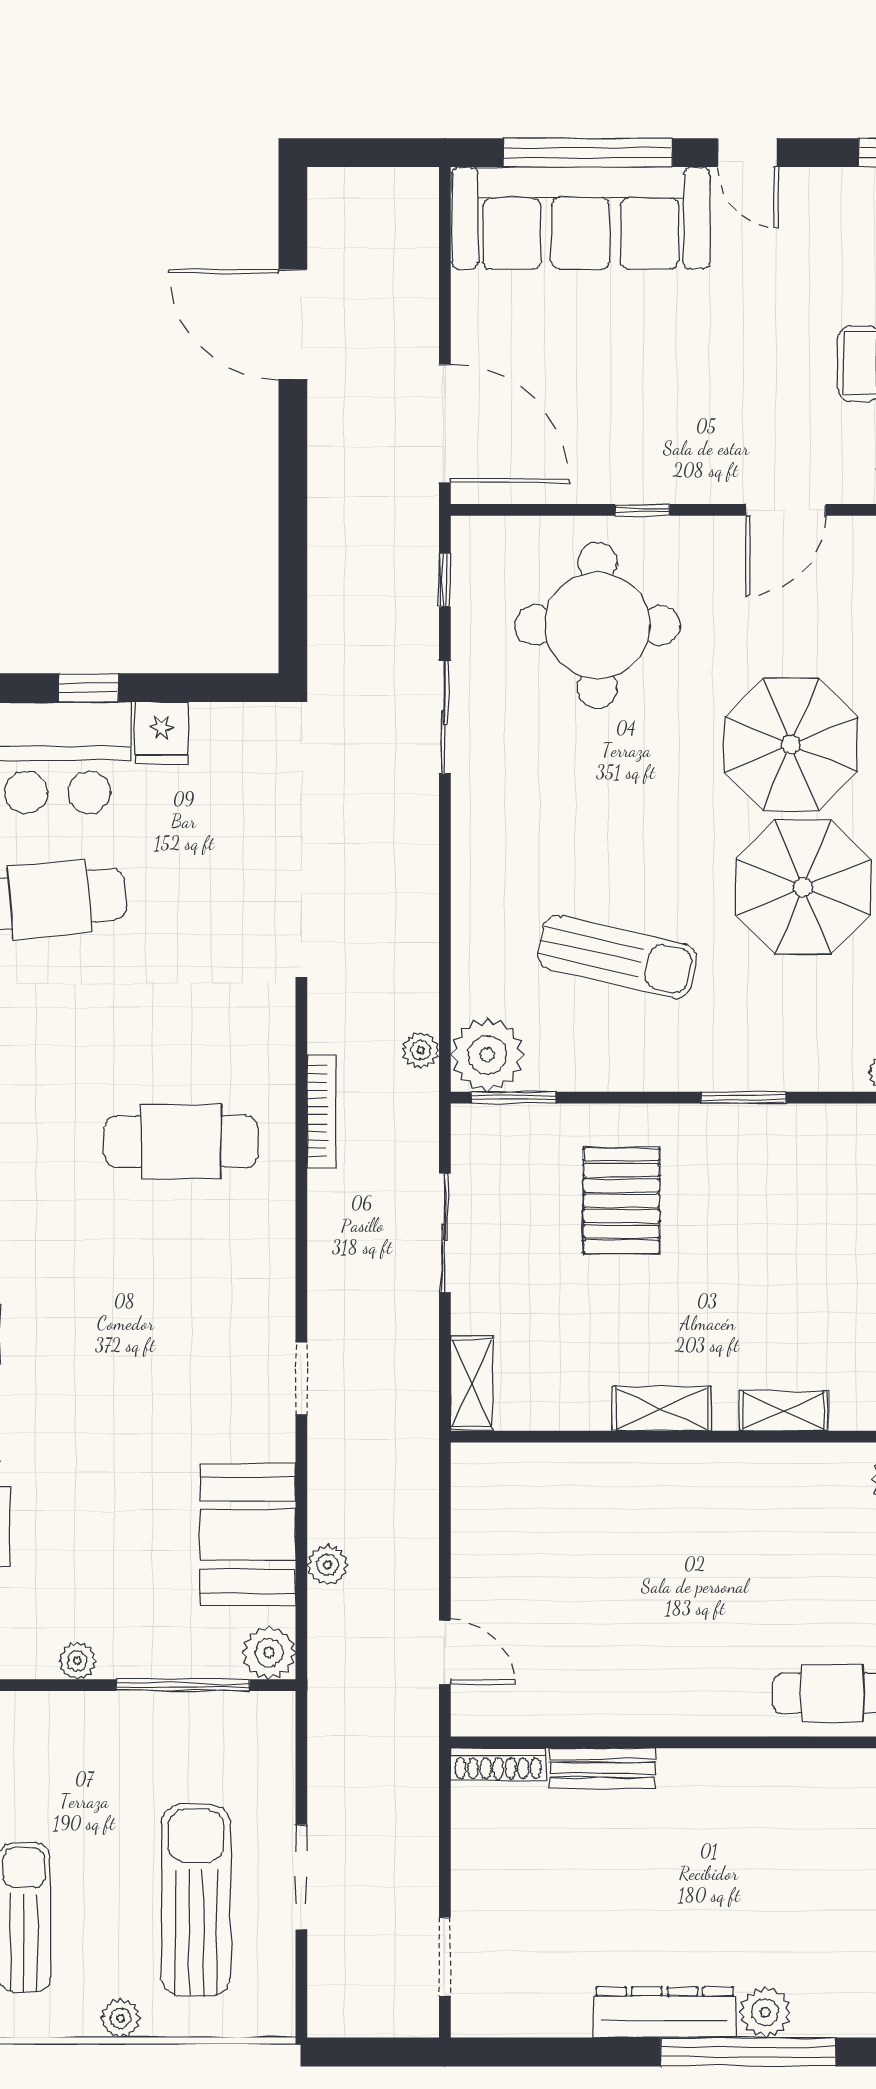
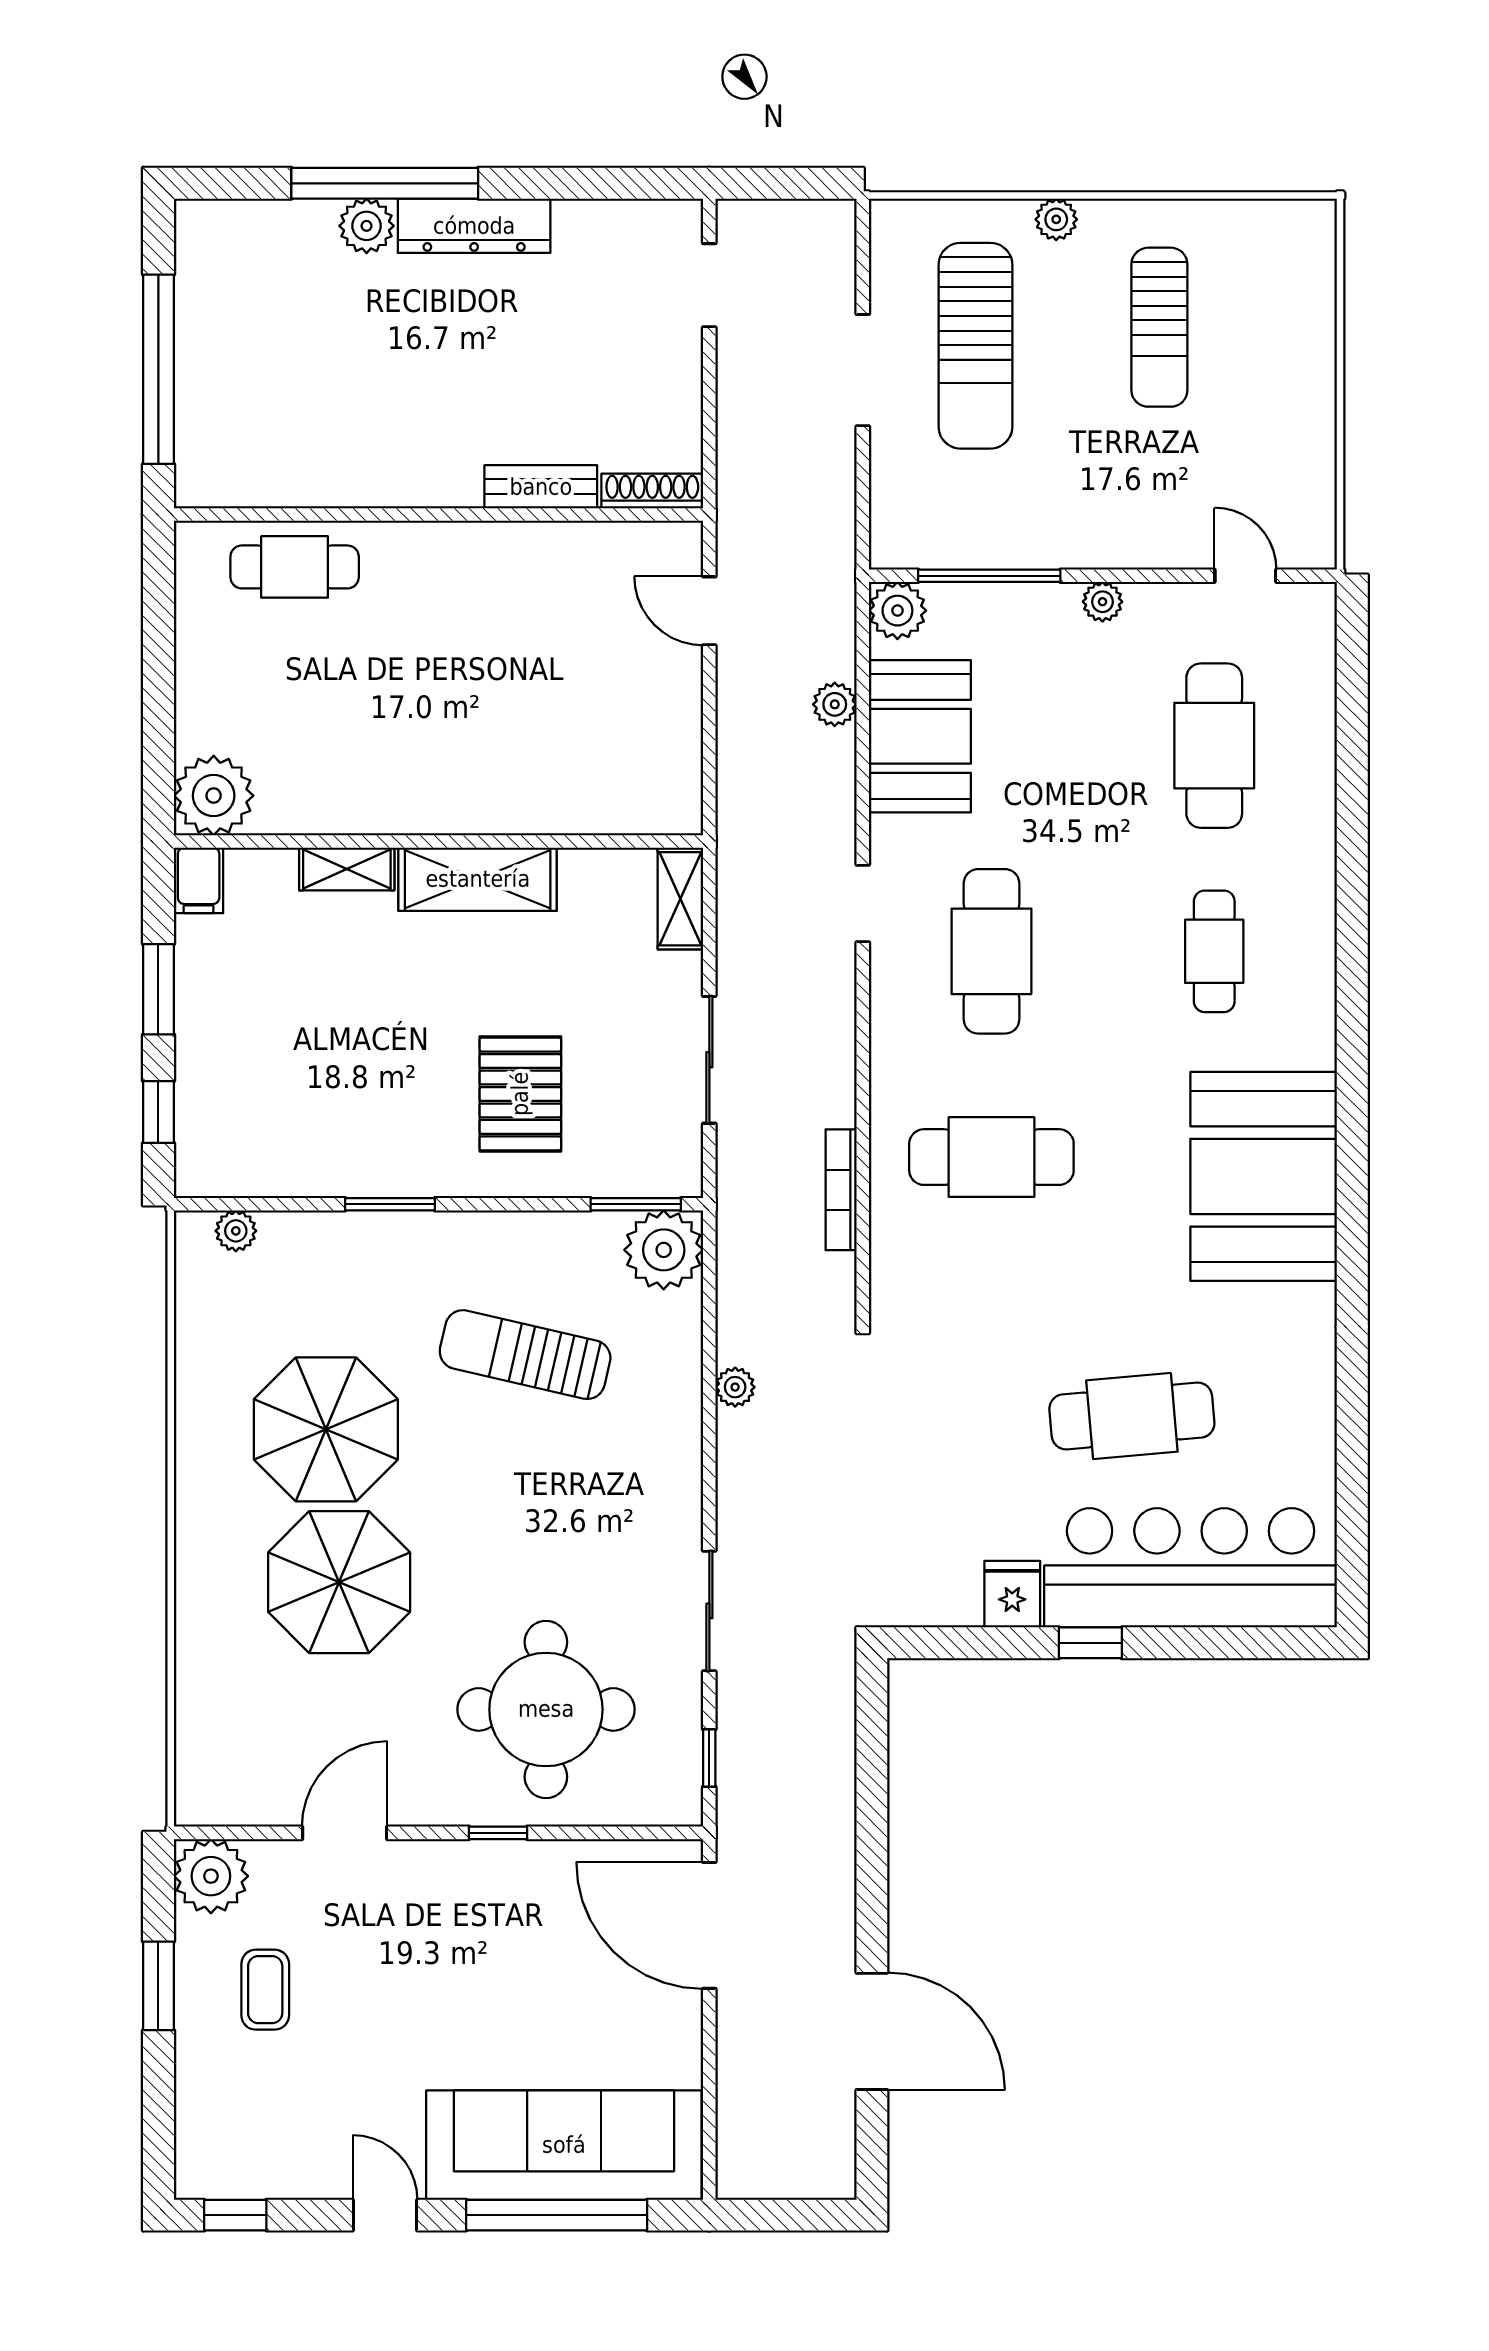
plant: (421, 1050) -> (735, 1387), moved
cafe table: (181, 1334) -> (991, 951), added
shelving: (661, 1409) -> (478, 879), width x1.50, depth x1.33

